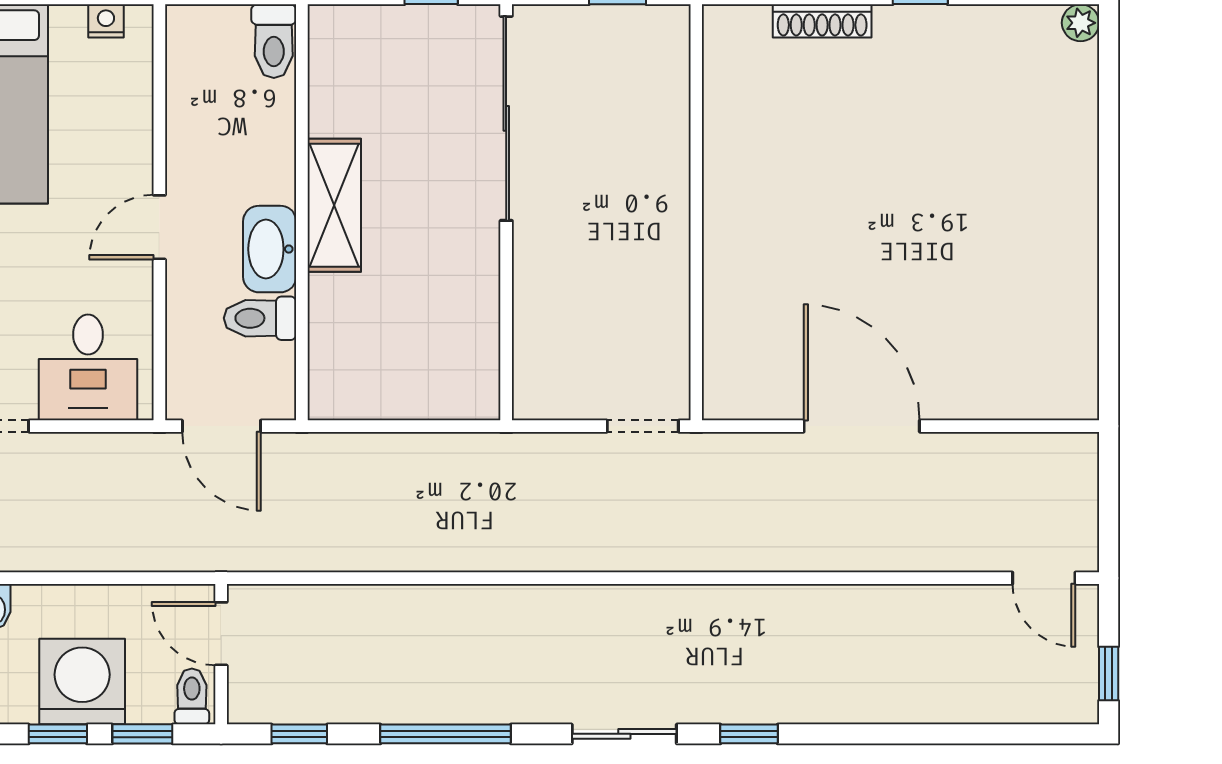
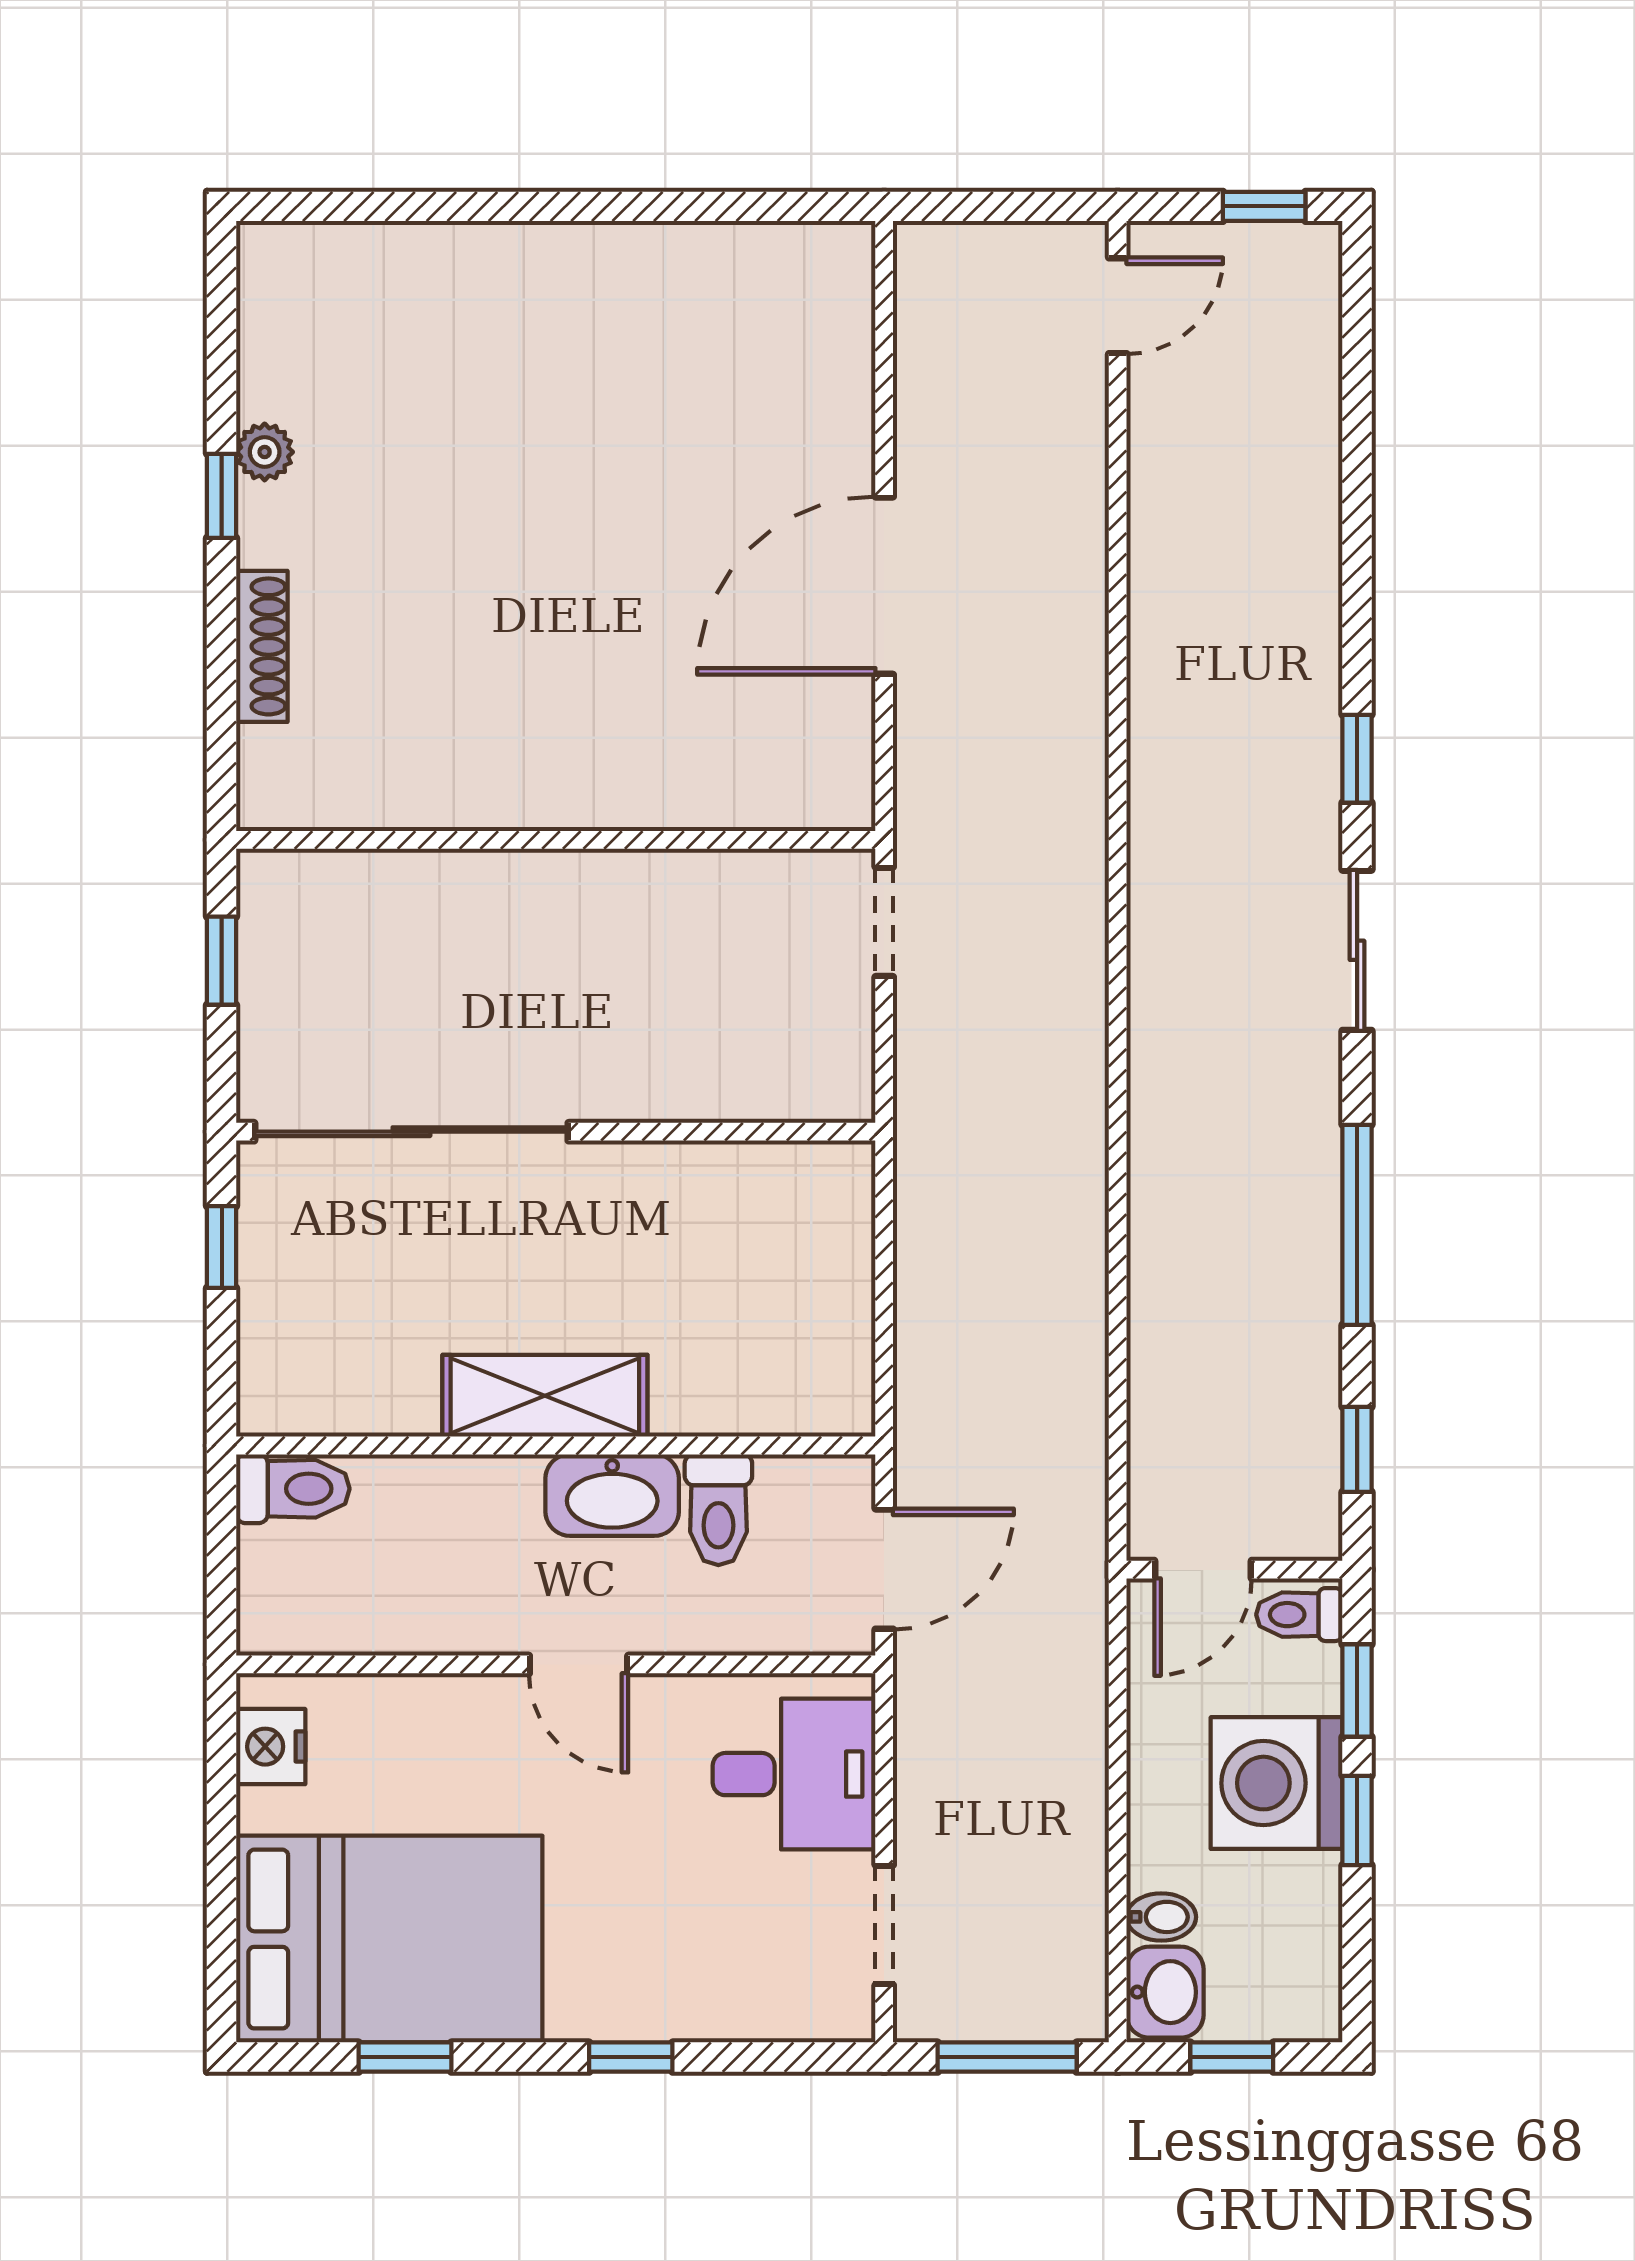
nightstand: (106, 21) -> (271, 1747), width x1.39, depth x1.35
plant: (1081, 23) -> (265, 452), moved

